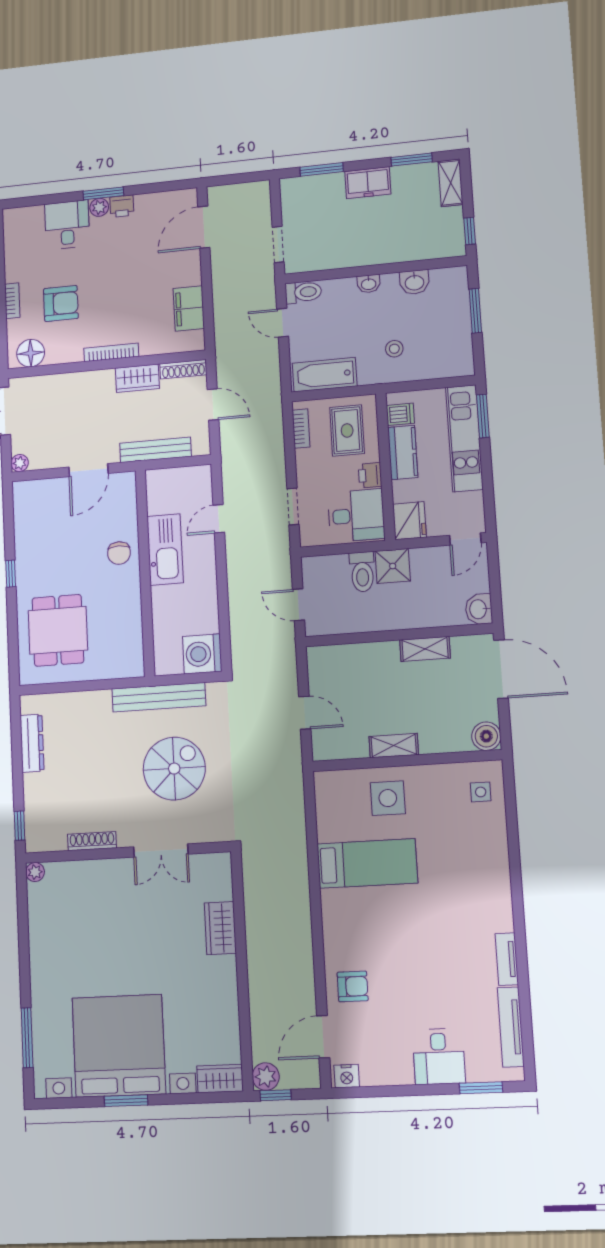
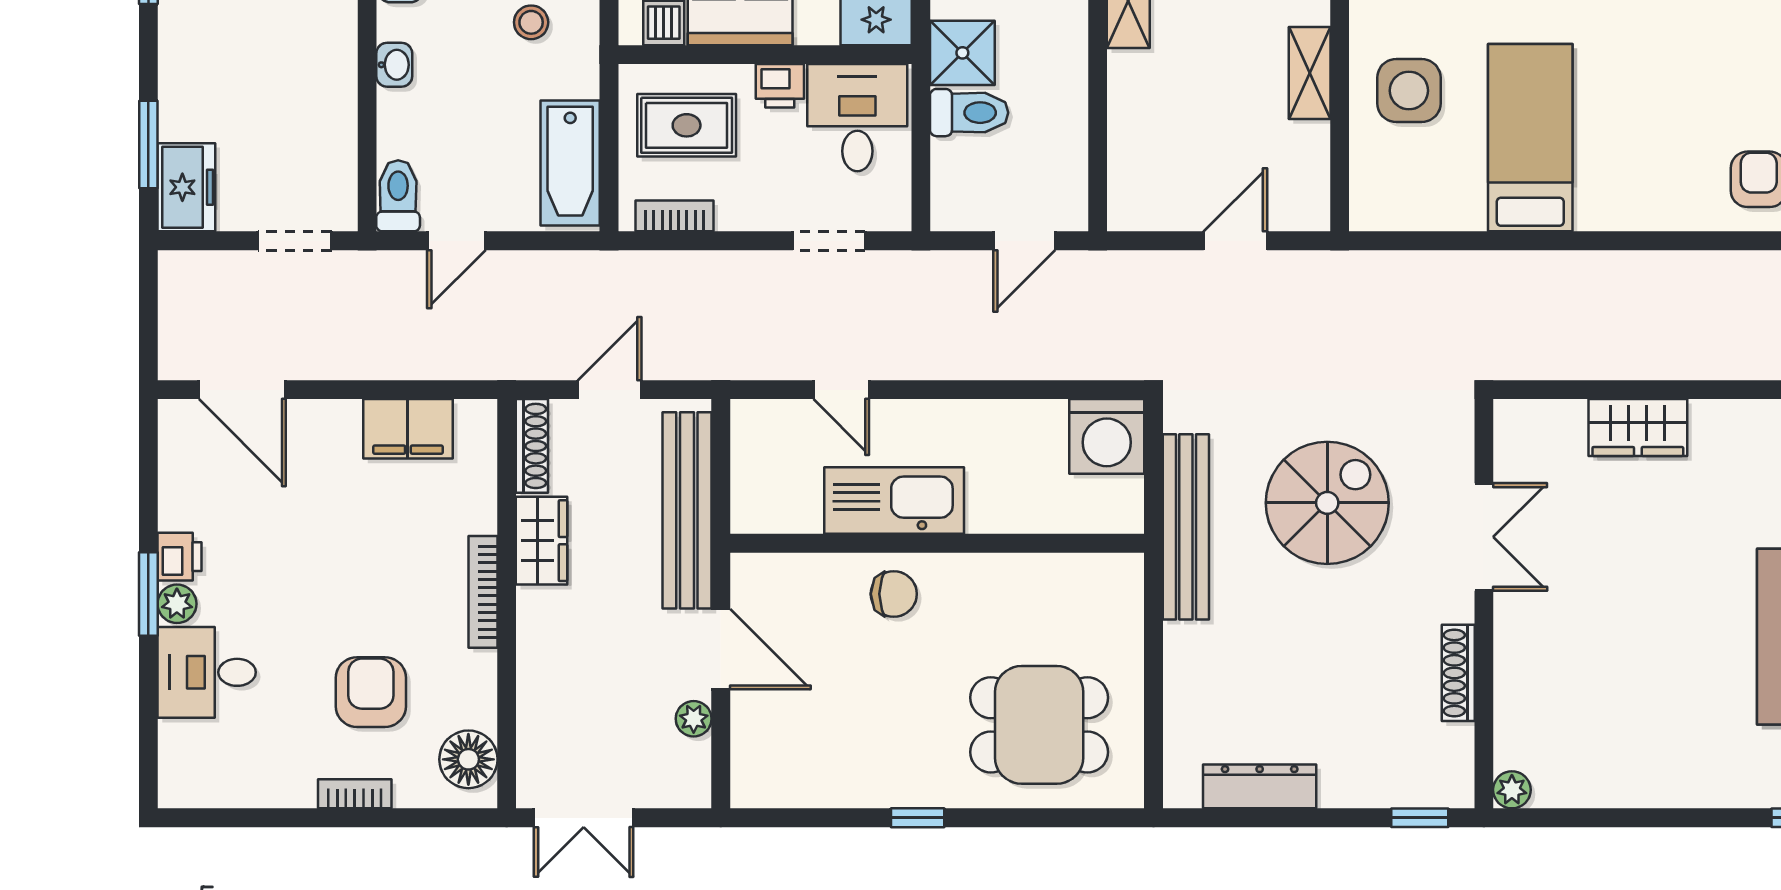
freezer: (368, 183) -> (186, 187), moved
bench: (155, 450) -> (687, 510), width x1.37, depth x1.21
plant: (20, 463) -> (694, 719), moved
spiral stairs: (174, 769) -> (1327, 503), turned 90

